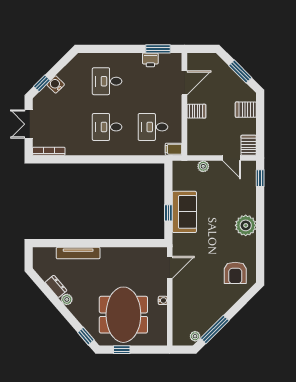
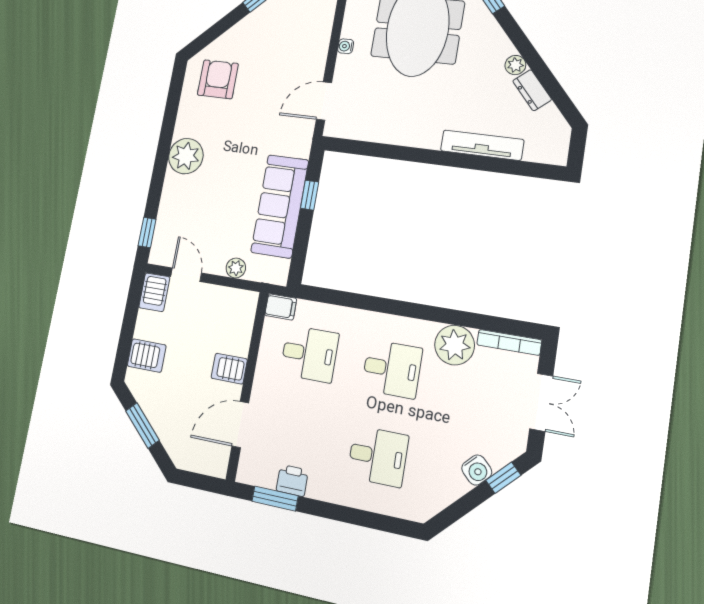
plant: (76, 145) -> (455, 345), added
sofa: (184, 212) -> (280, 206), width x1.36

